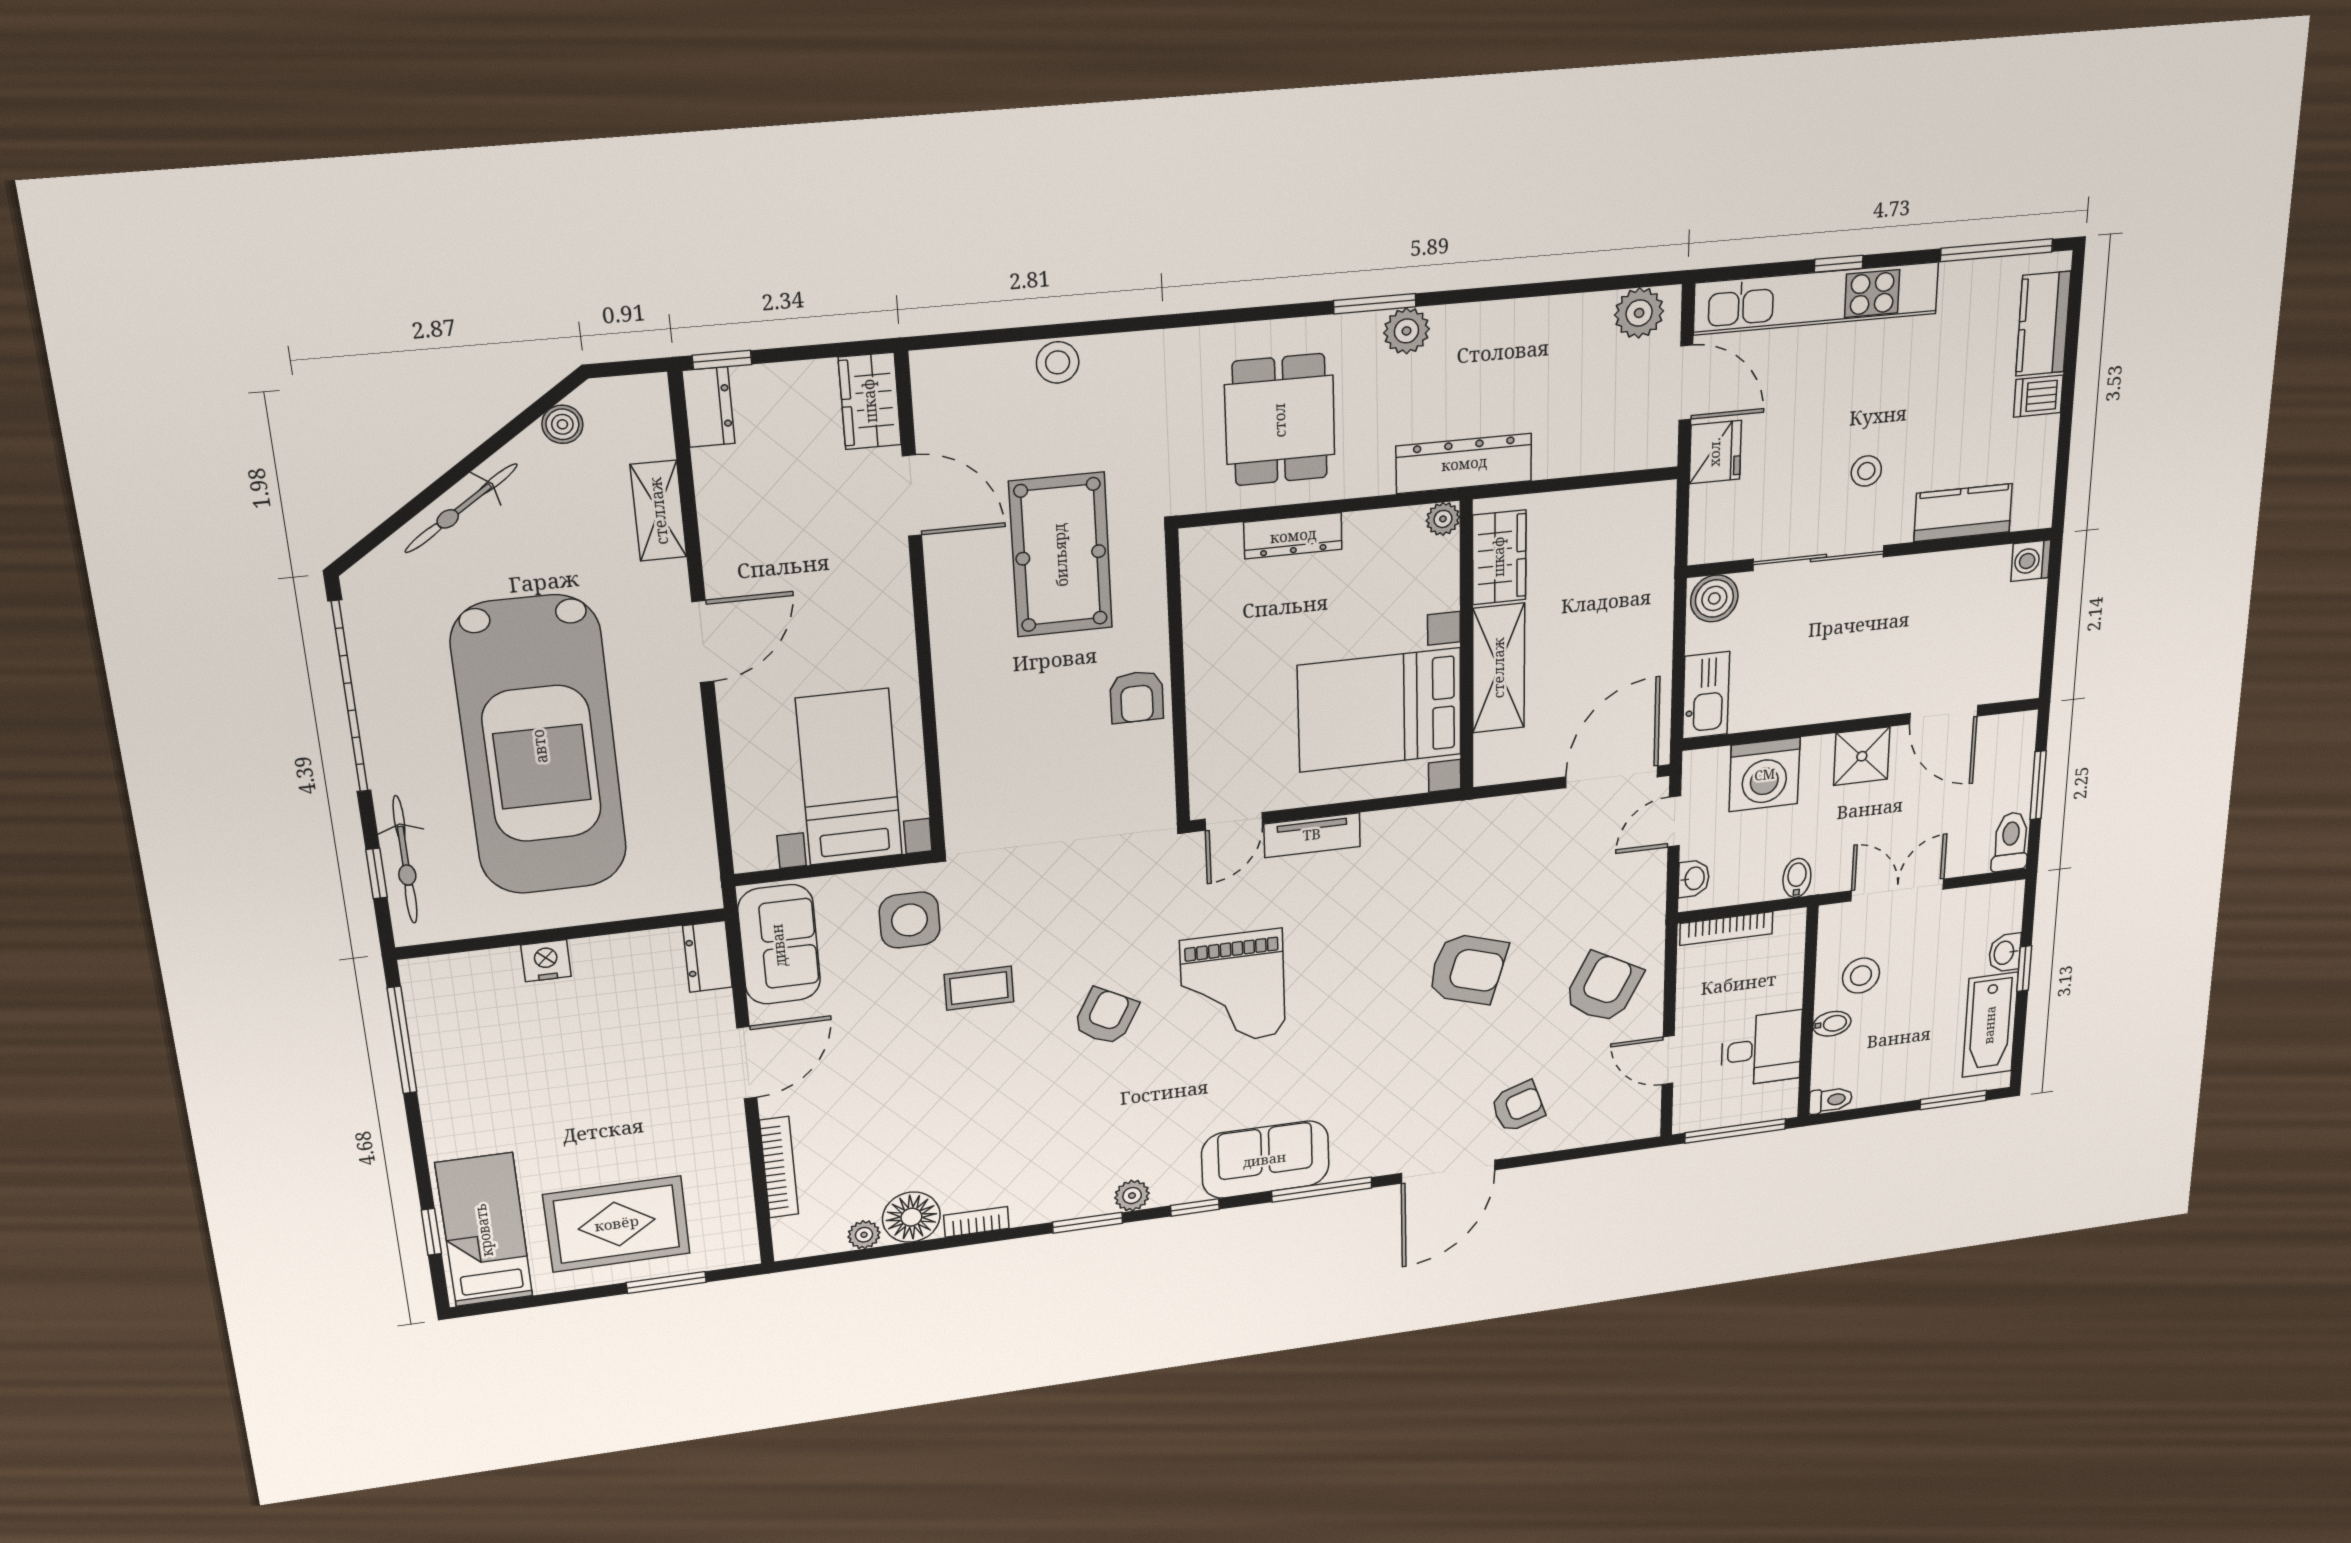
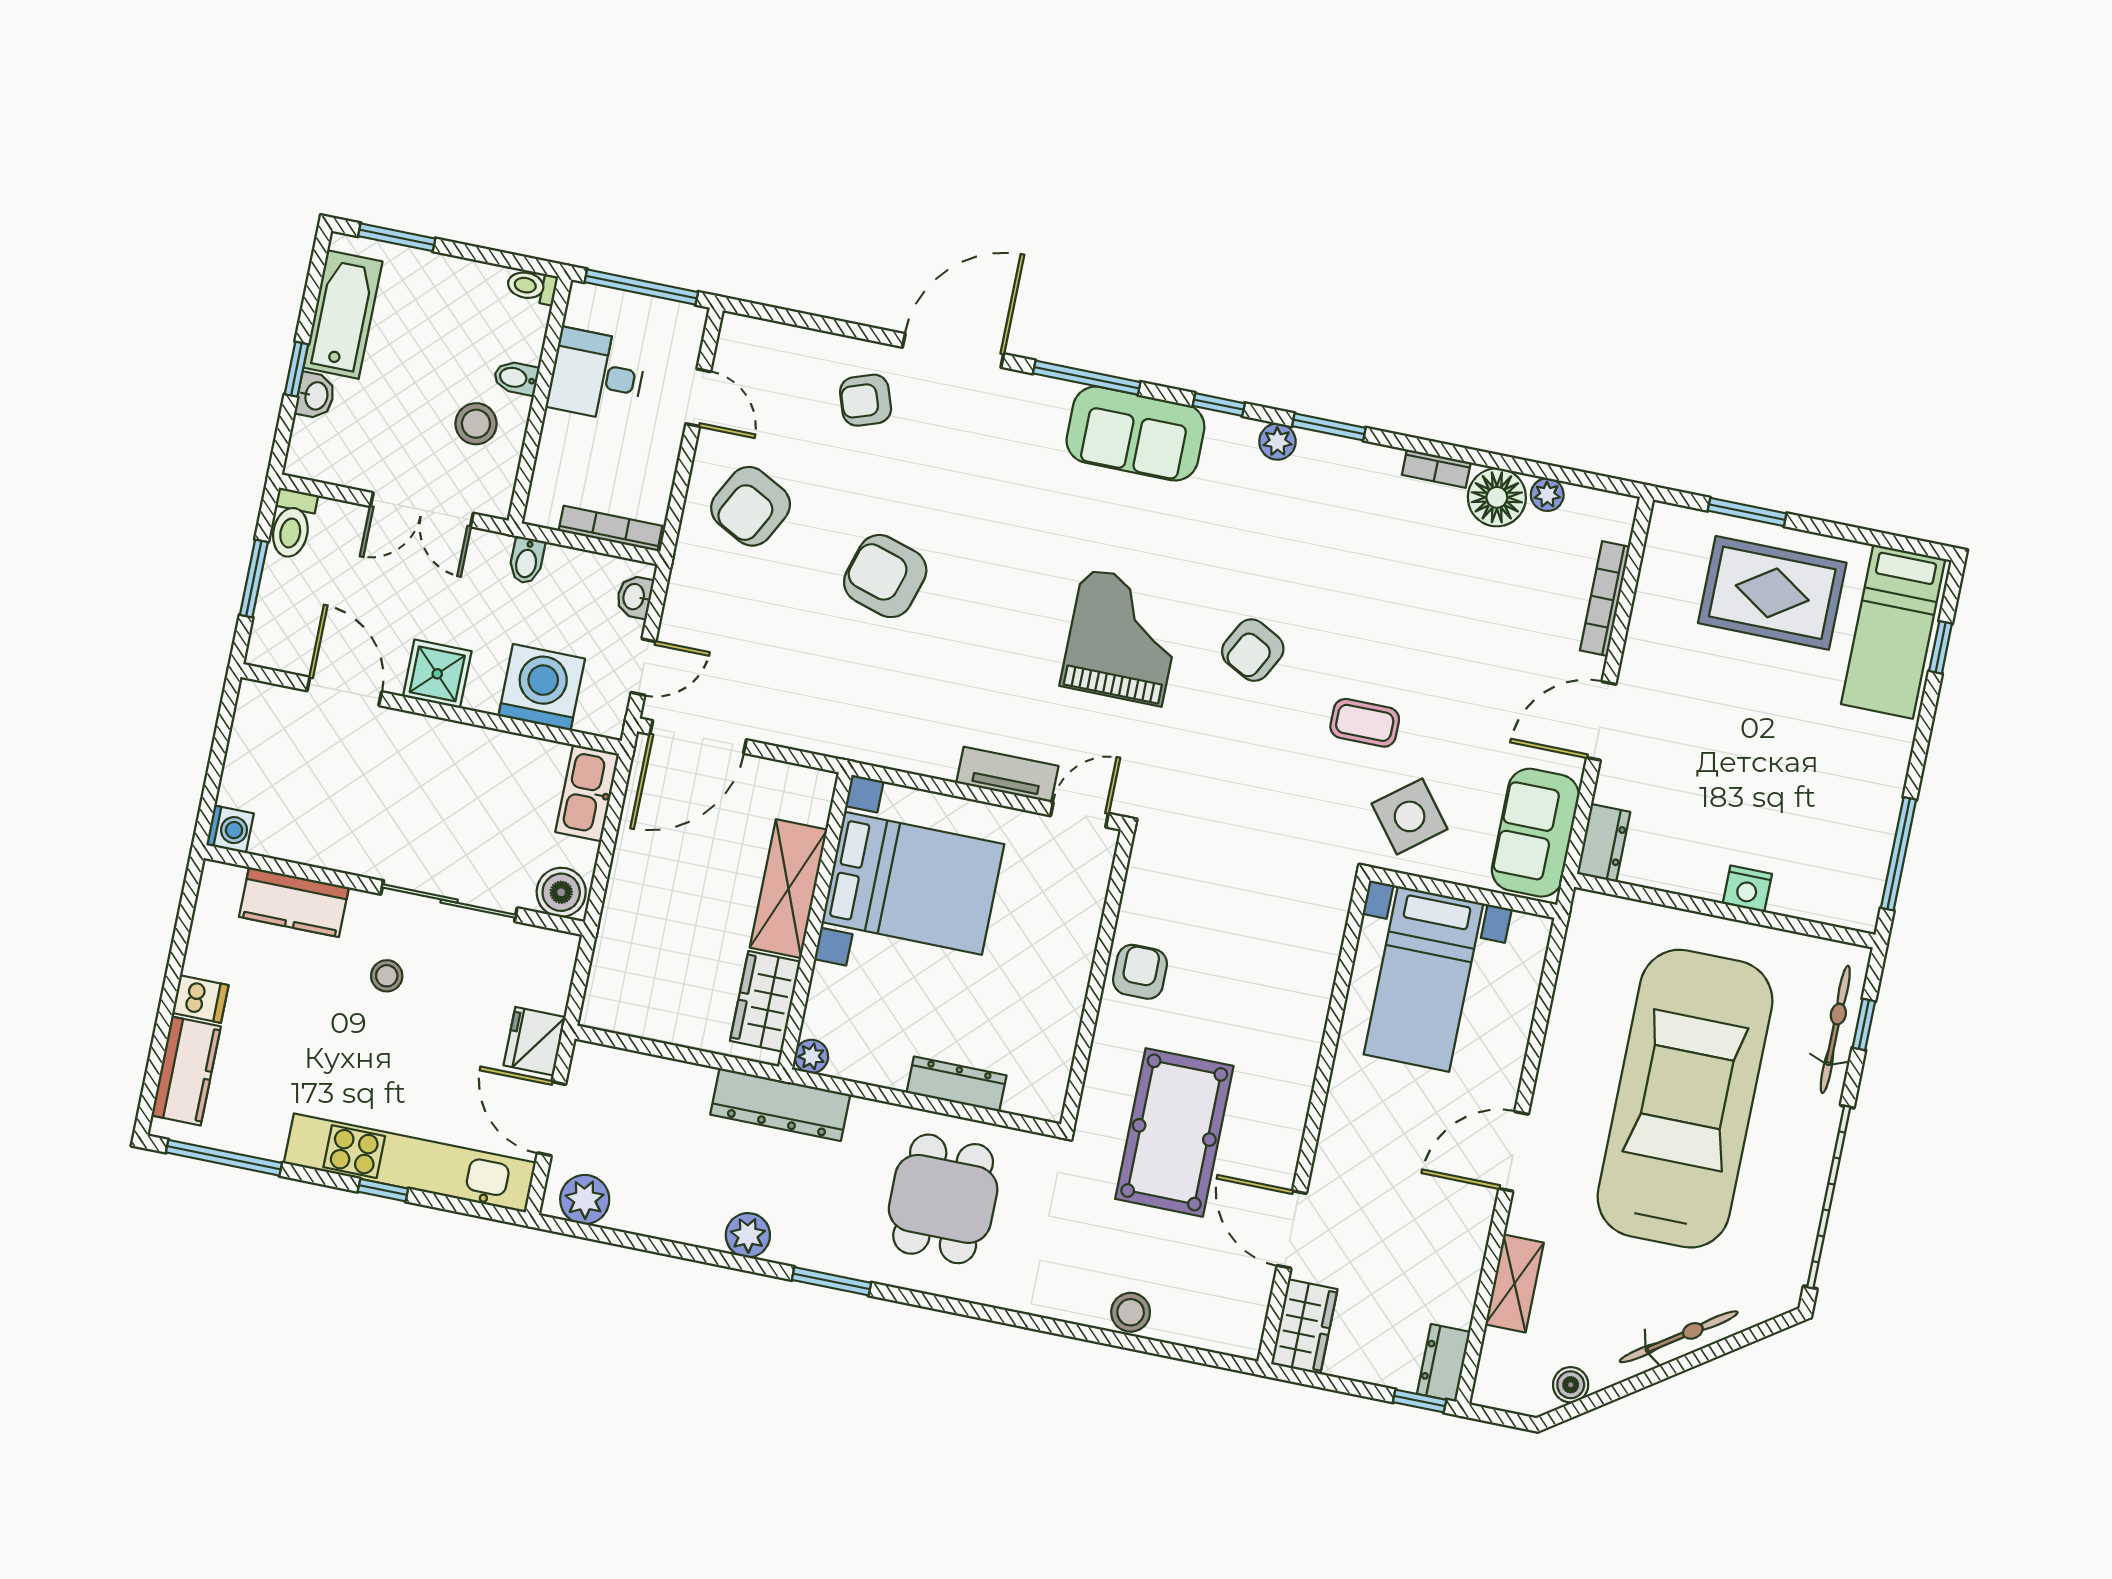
plant: (1406, 331) -> (748, 1235), moved
side table: (910, 920) -> (1410, 816), turned -38

